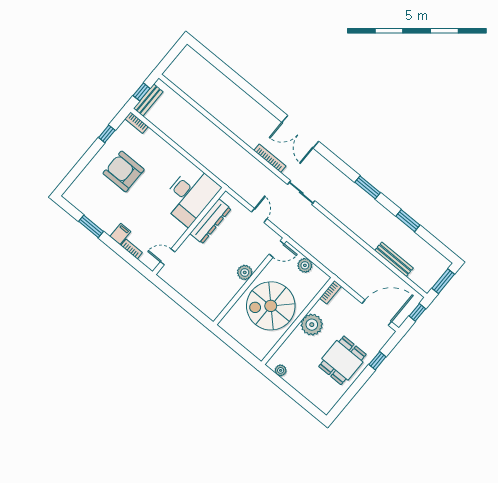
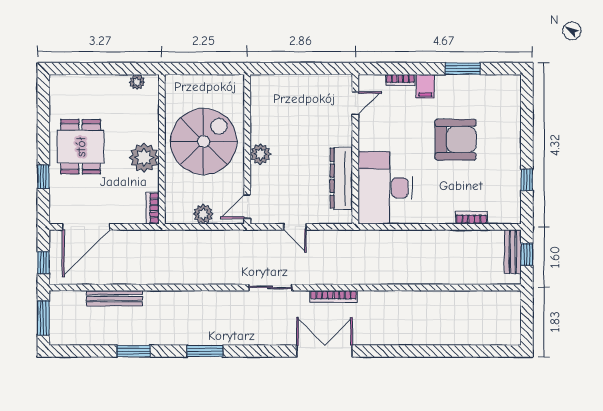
bookcase: (137, 123) -> (471, 218), moved
armchair: (124, 171) -> (456, 140), moved

